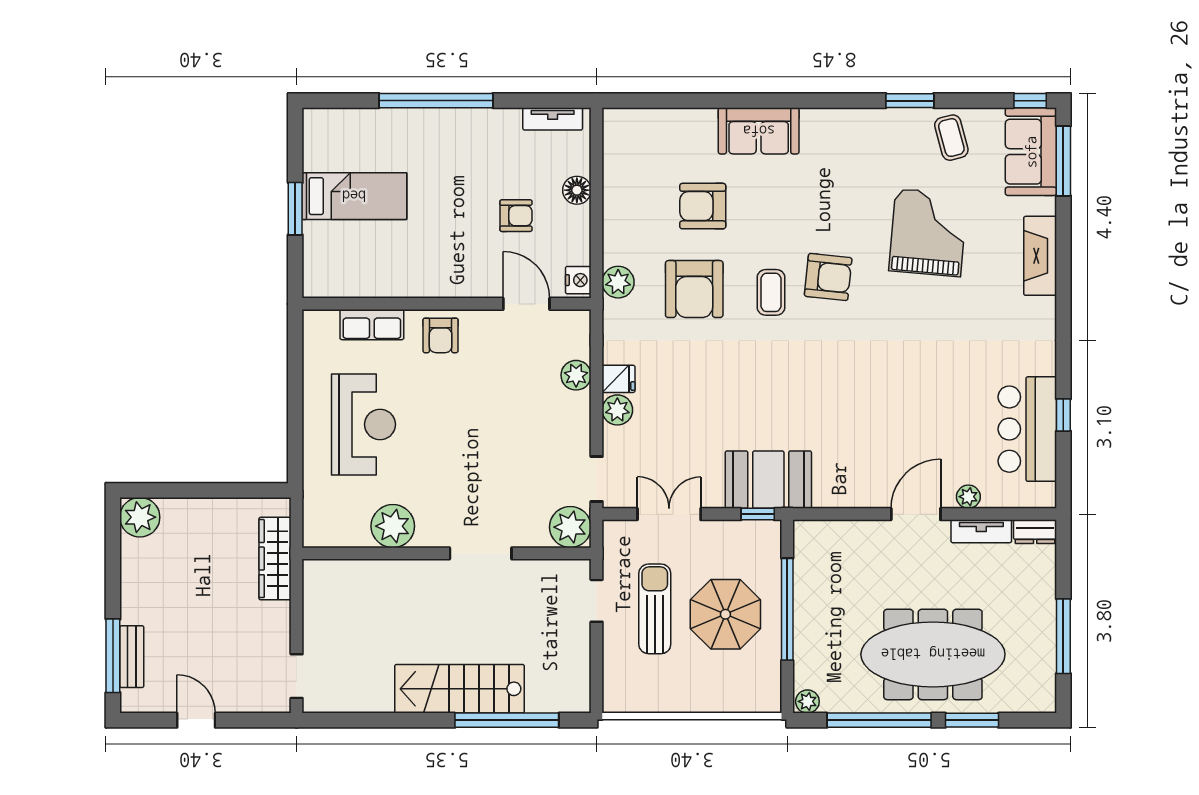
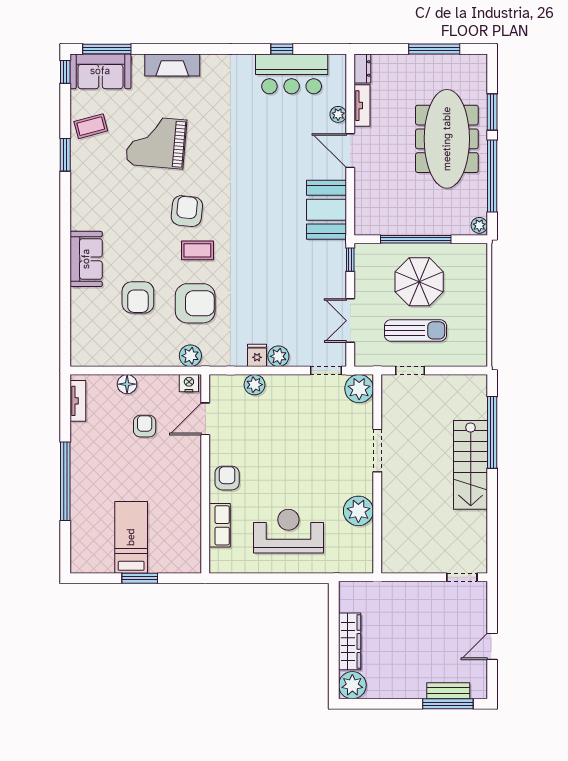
armchair: (441, 335) -> (227, 478), turned -90
booth: (768, 480) -> (326, 210), moved
wardrobe: (275, 559) -> (350, 641), moved, turned -90
sun lounger: (655, 609) -> (415, 330), turned 180

